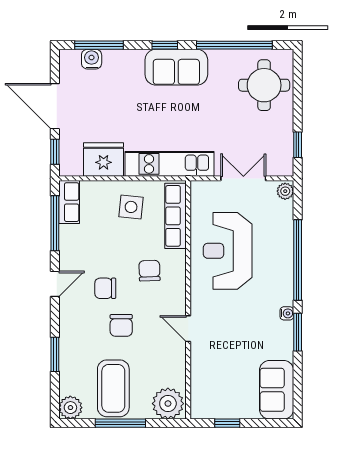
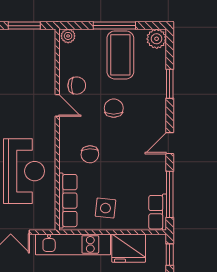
chair: (105, 288) -> (77, 86), moved
plant: (168, 404) -> (68, 36), width x0.53, depth x0.53
window: (227, 423) -> (24, 26), width x1.50

